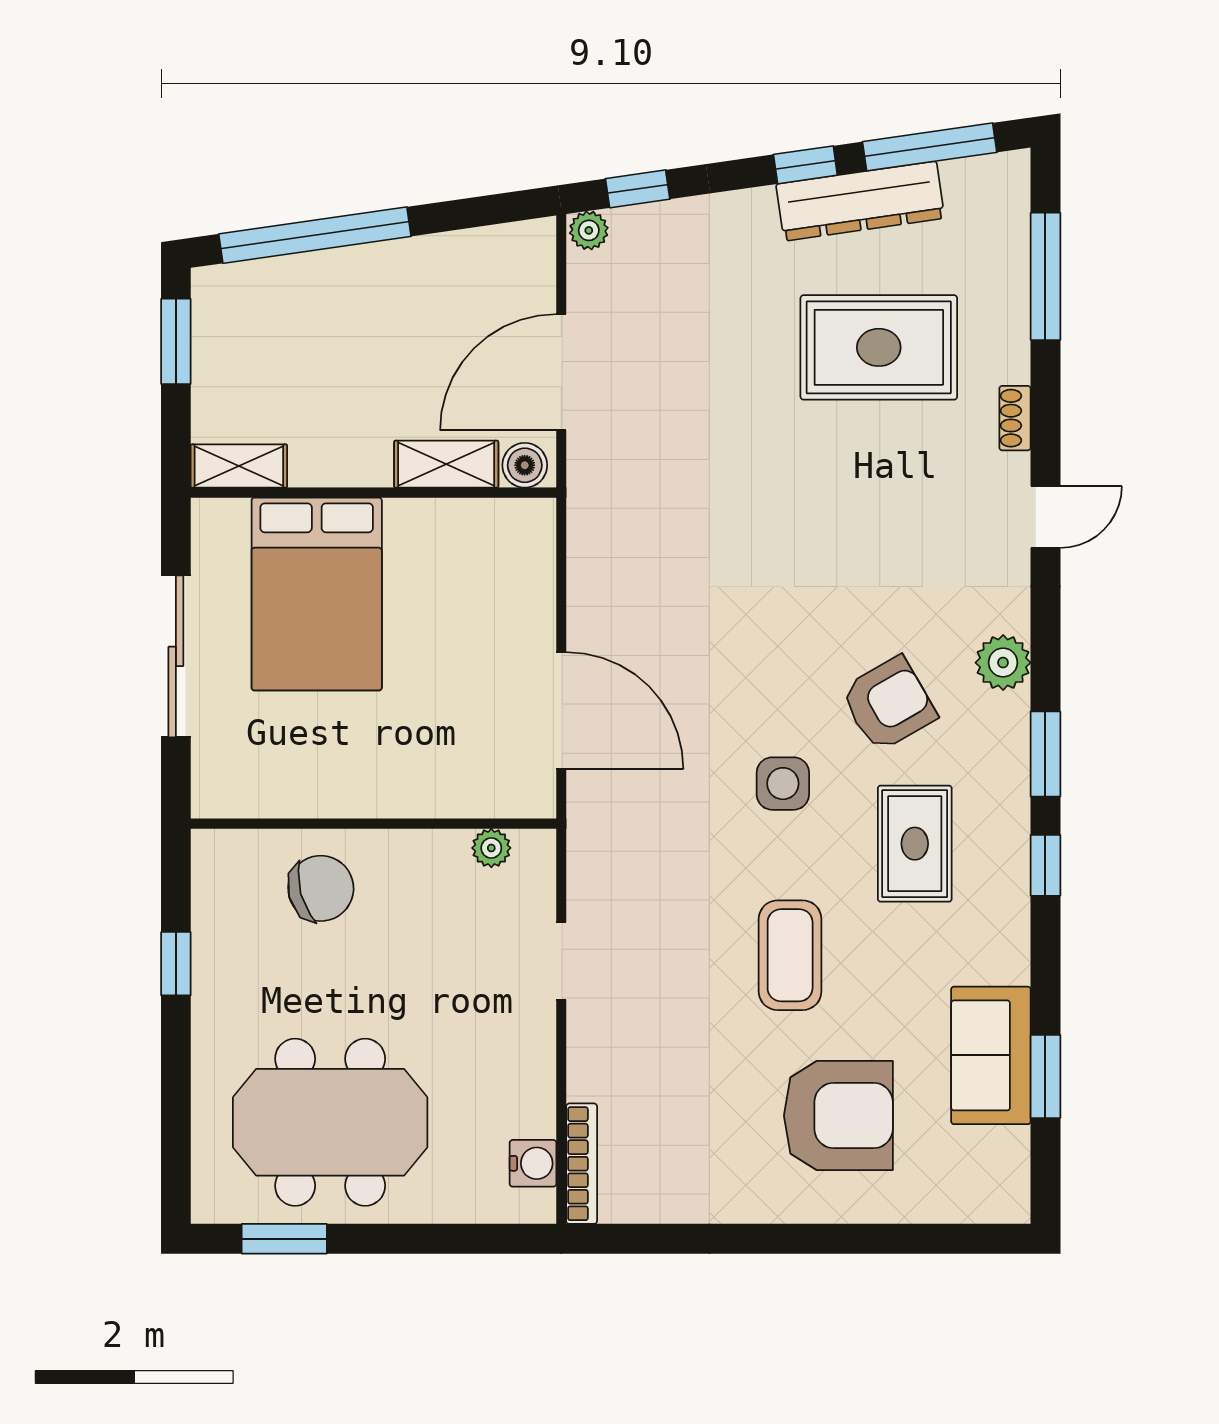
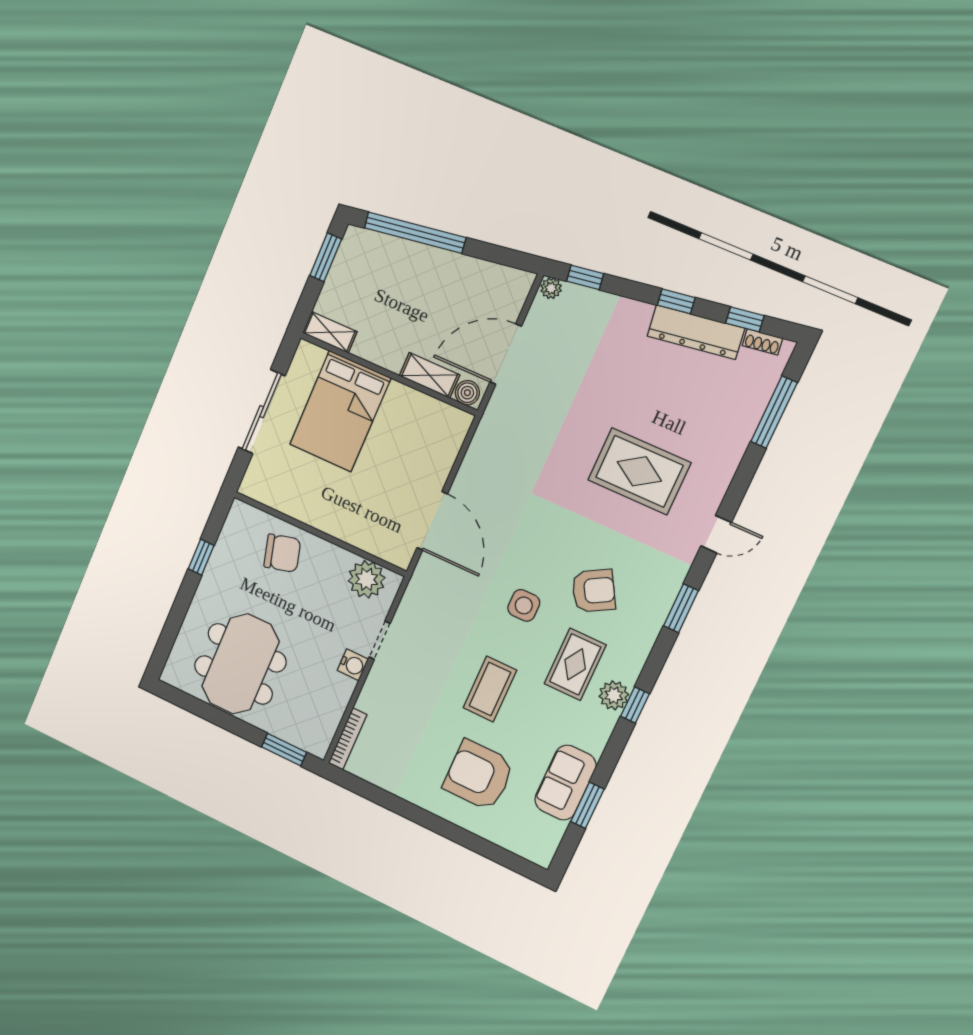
window: (930, 147) -> (745, 319), width x0.46
rug: (879, 347) -> (639, 471), moved
shoe rack: (1015, 418) -> (762, 342), moved, turned -98
plant: (1003, 663) -> (614, 695), moved
window: (1045, 754) -> (681, 608), moved
plant: (491, 848) -> (367, 579), width x1.87, depth x1.87
armchair: (838, 1116) -> (479, 775), turned 180
meeting table: (330, 1122) -> (240, 664), turned 90
water cooler: (533, 1163) -> (353, 665), moved
window: (284, 1239) -> (284, 750), moved

